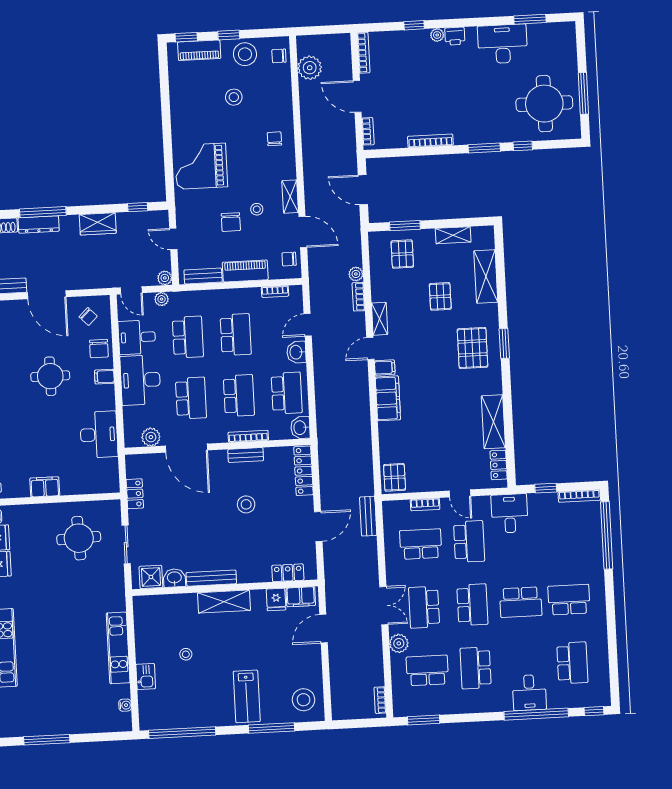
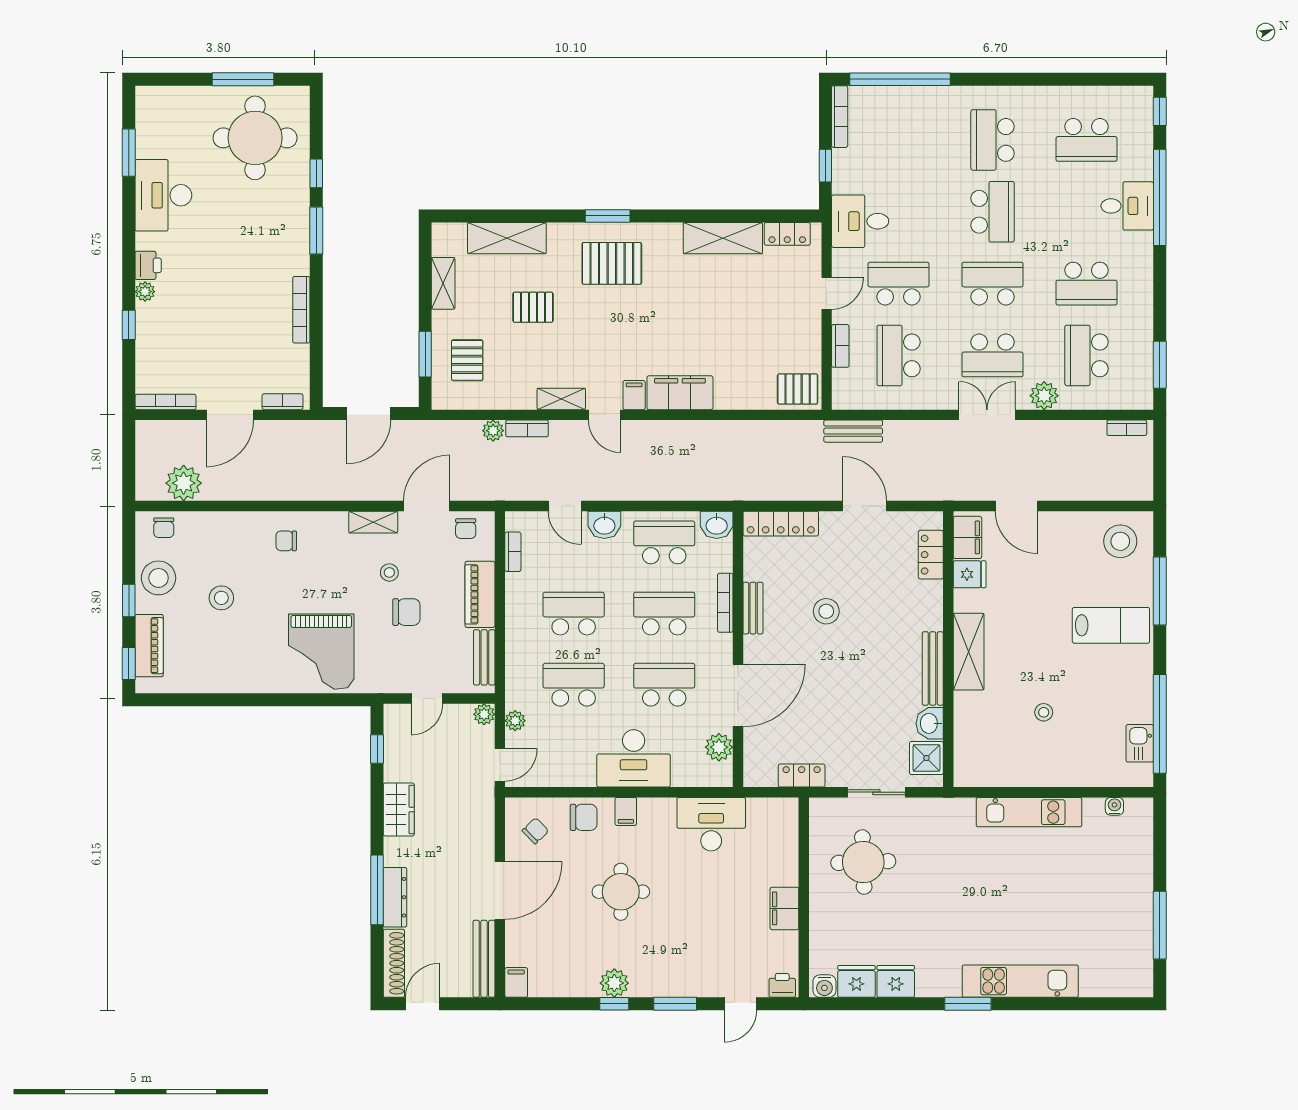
pallet: (402, 254) -> (467, 360), turned 90
desk: (137, 337) -> (570, 760), removed
school desk: (572, 663) -> (1086, 140), turned 180
kitchen sink: (146, 676) -> (1140, 743), moved, turned -90

